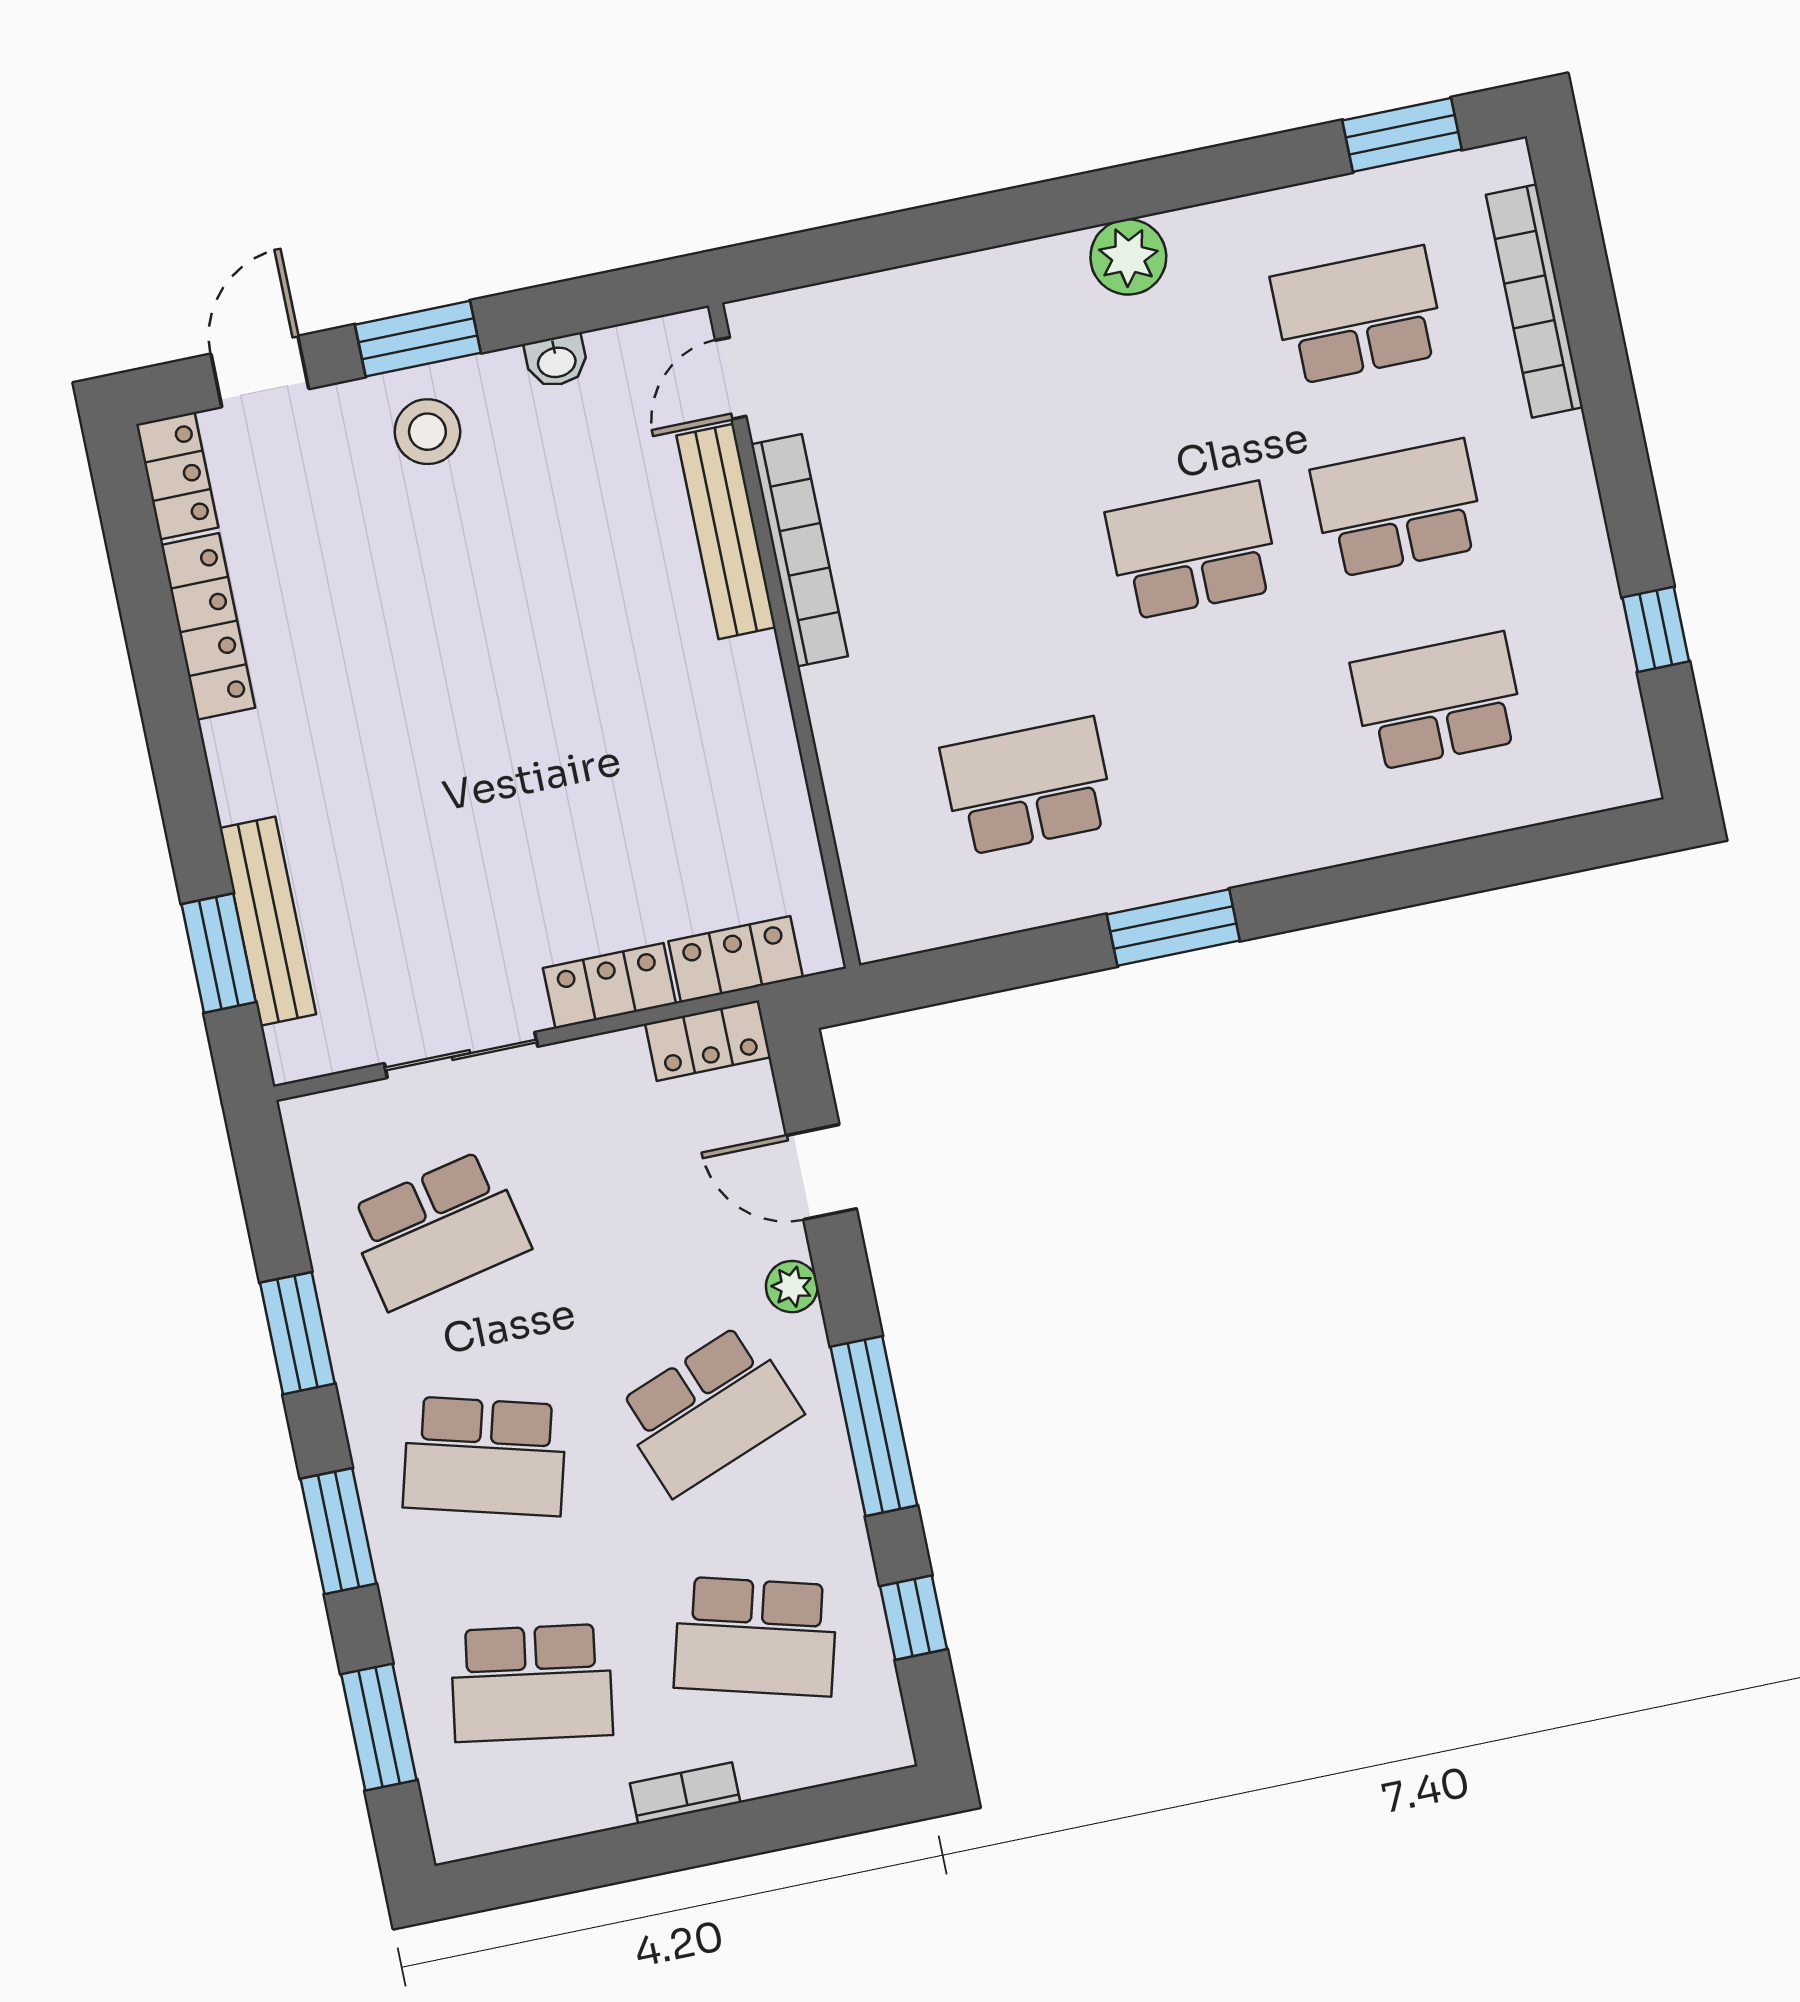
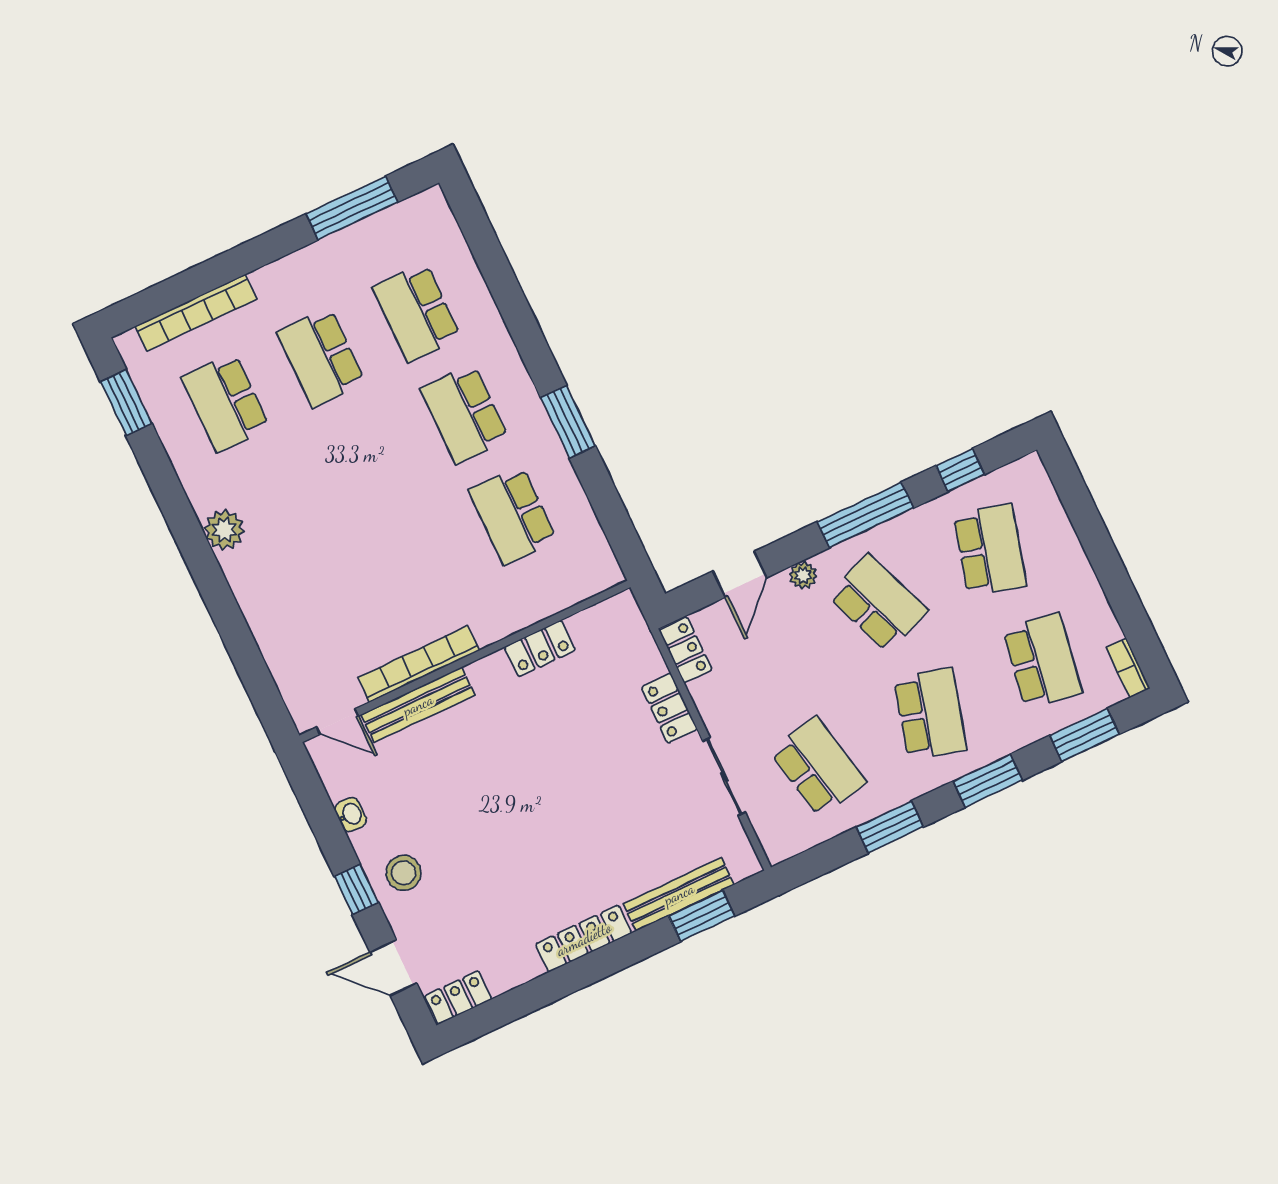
window: (418, 339) -> (356, 890), width x0.67
school desk: (1193, 551) -> (465, 414), moved
locker: (208, 626) -> (584, 939), moved
window: (1656, 629) -> (352, 208), width x2.17
locker: (736, 959) -> (540, 648), moved, turned -90
bookcase: (685, 1793) -> (1128, 668), moved

